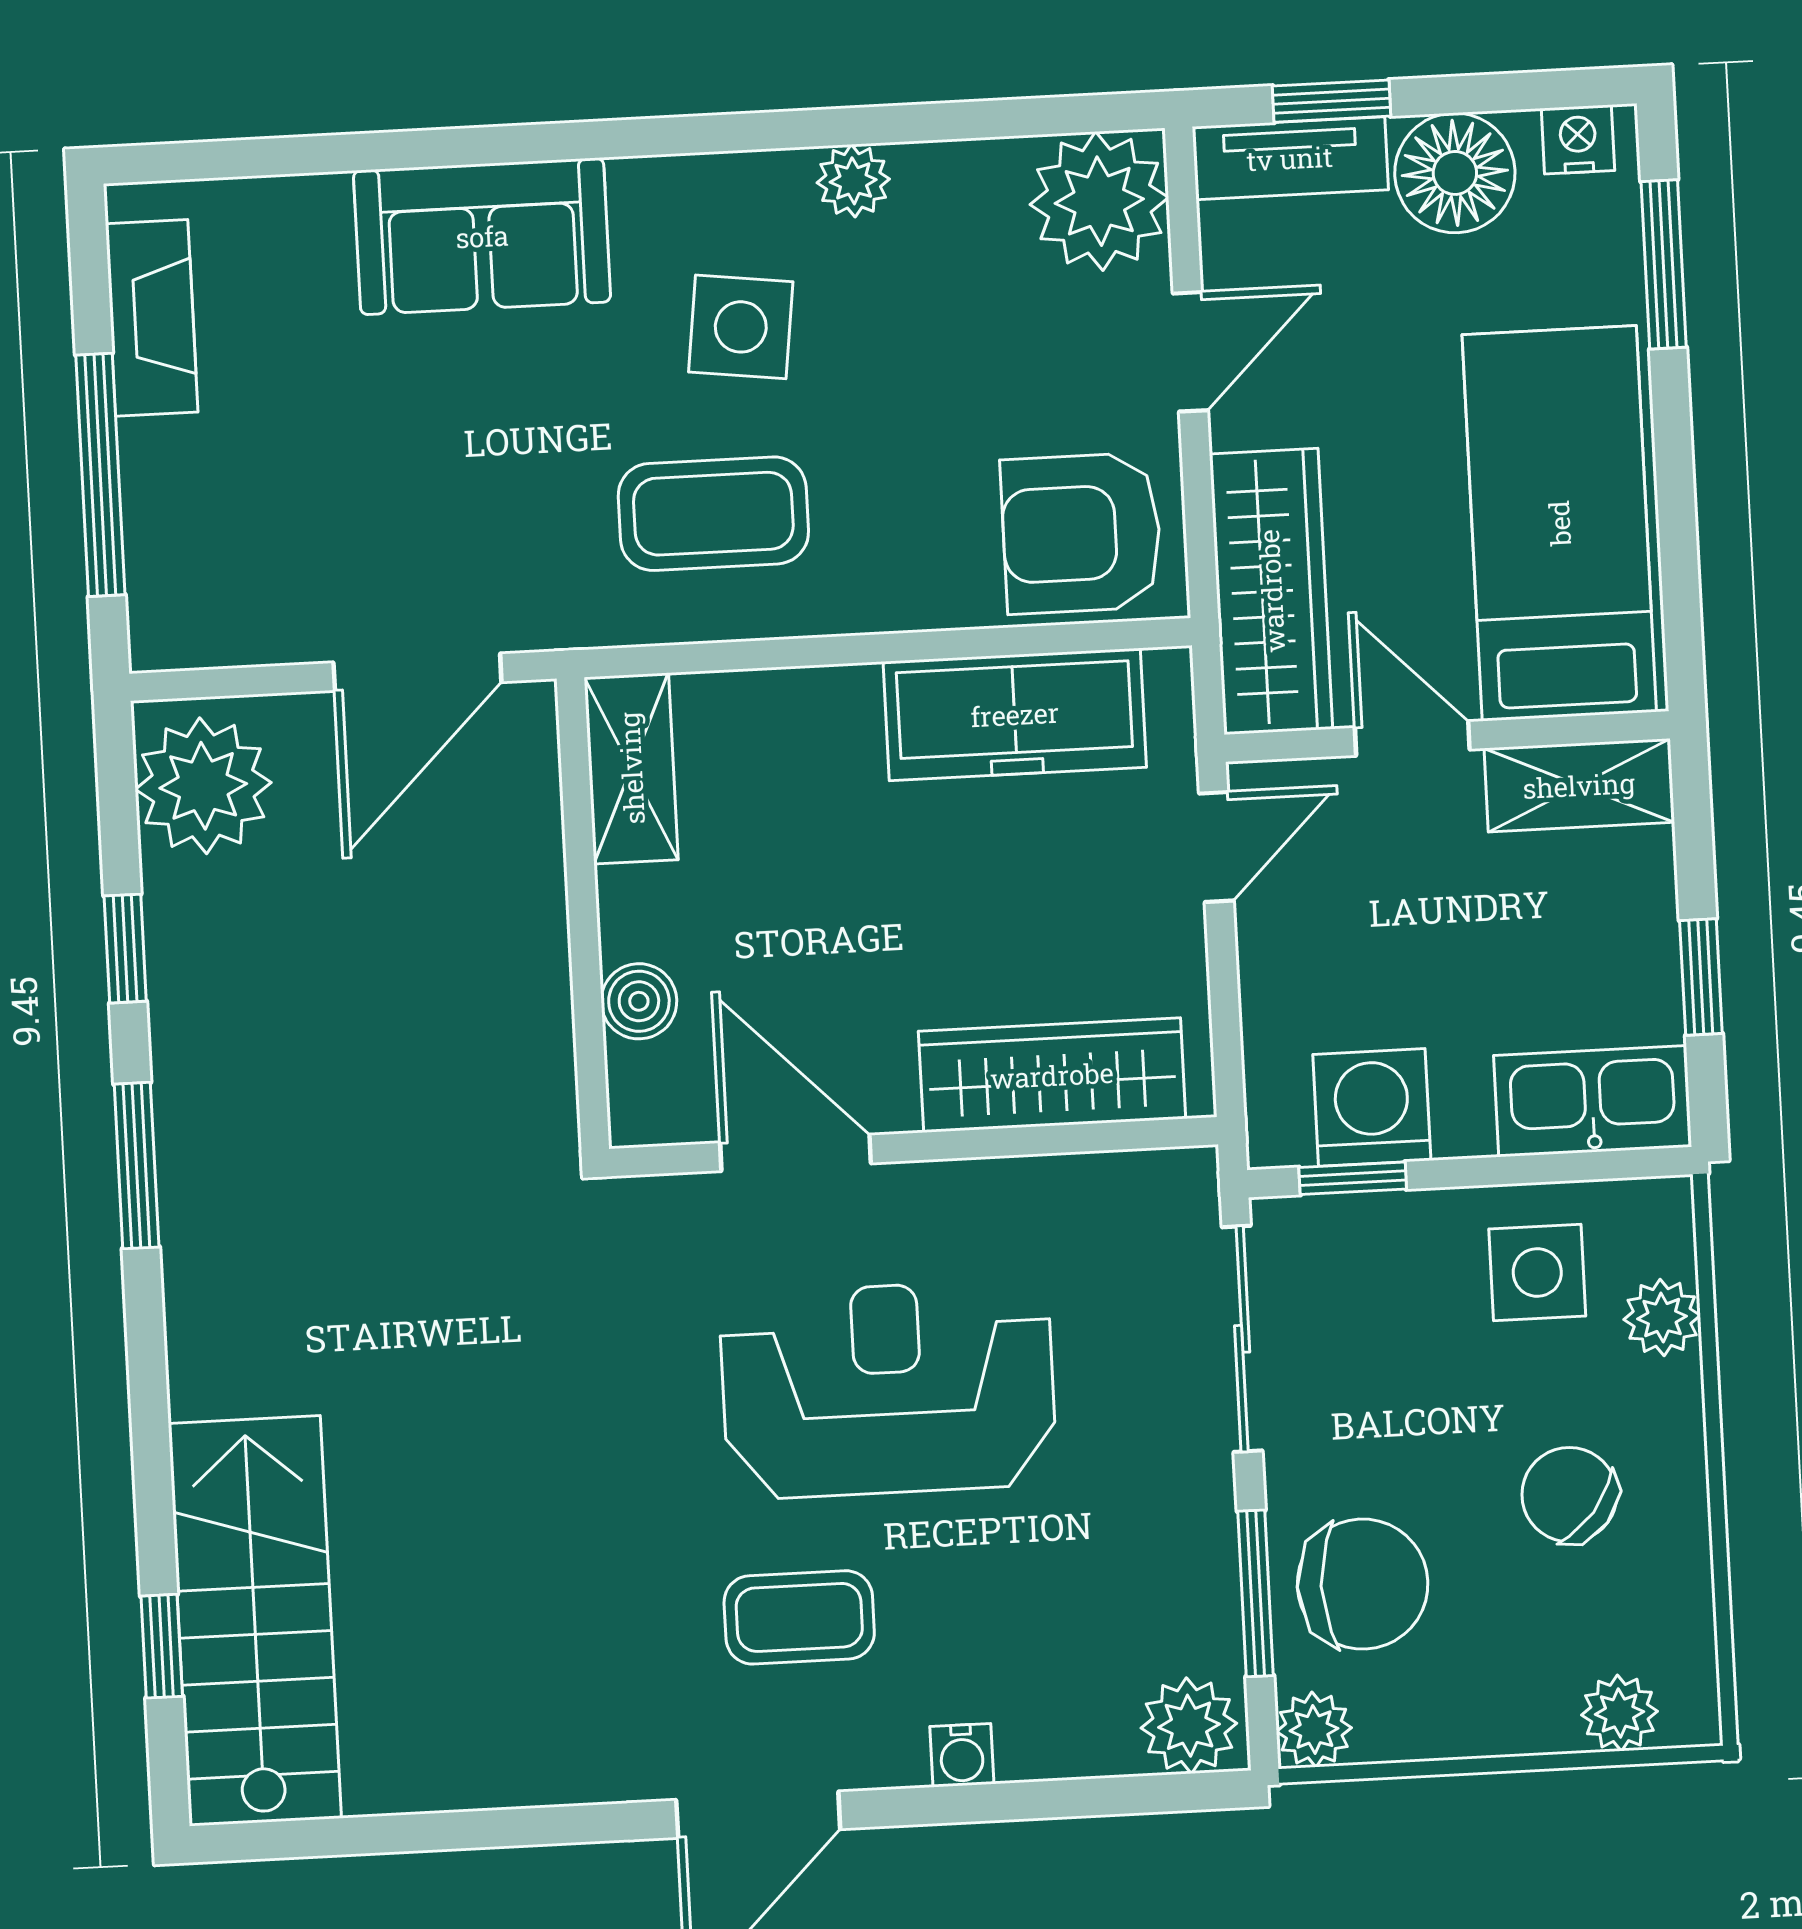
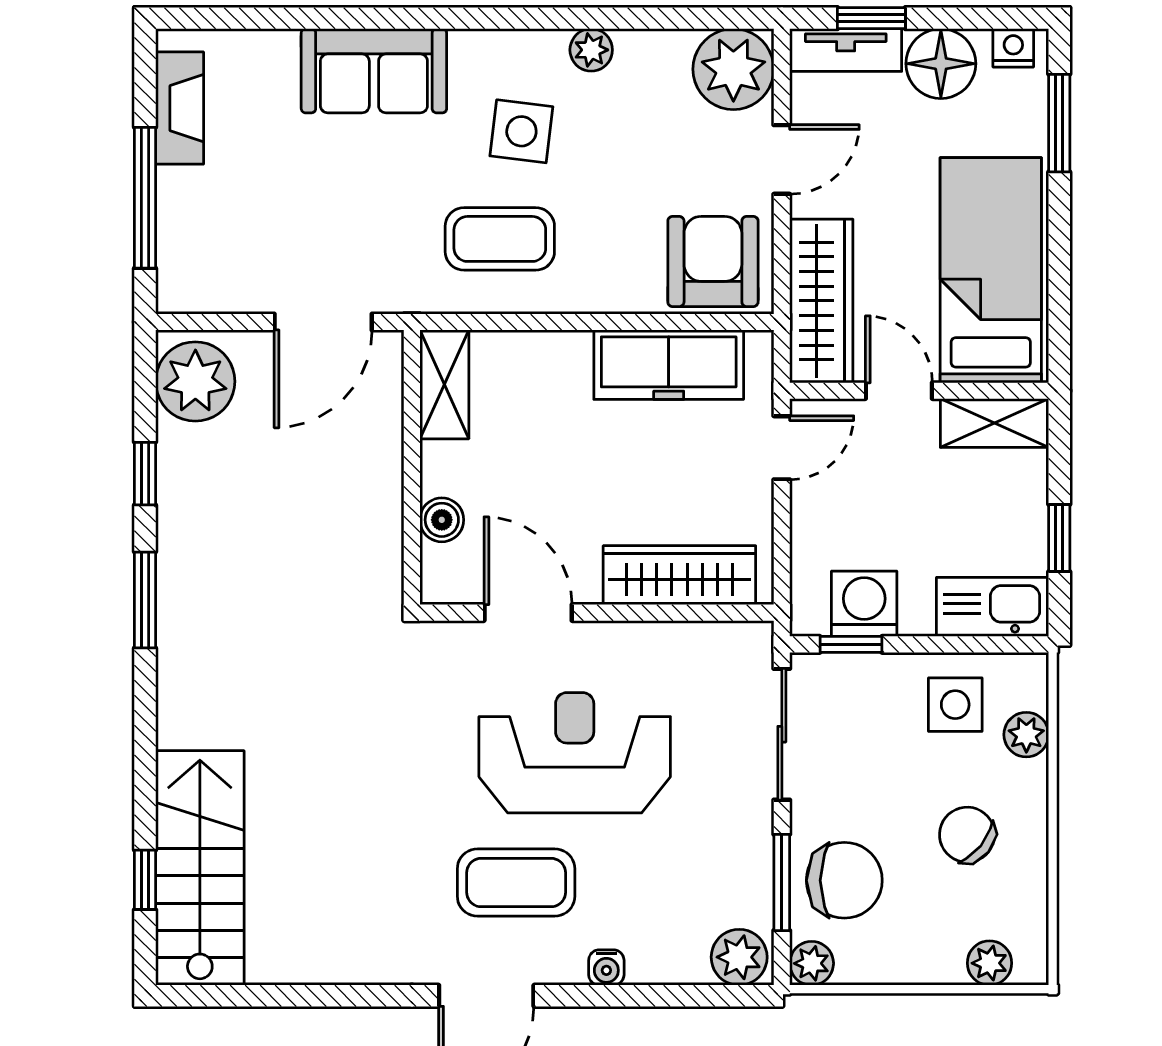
armchair: (1081, 533) -> (713, 261), turned 90
coffee table: (799, 1617) -> (516, 883), width x1.36, depth x1.30

